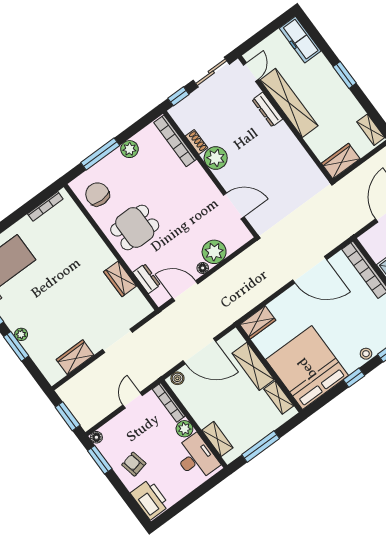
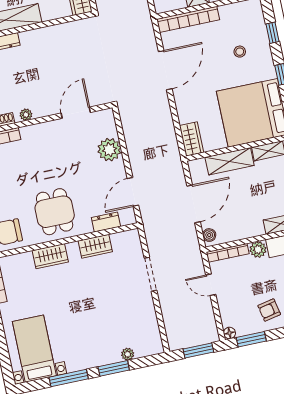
plant: (216, 158) -> (26, 115), width x0.53, depth x0.53
floor lamp: (203, 268) -> (119, 167), removed
plant: (21, 334) -> (128, 354), moved
stool: (366, 354) -> (240, 52), moved
wardrobe: (75, 357) -> (50, 256), moved, turned -90

